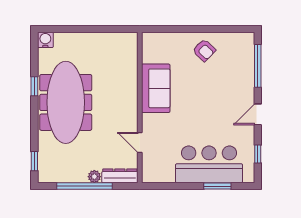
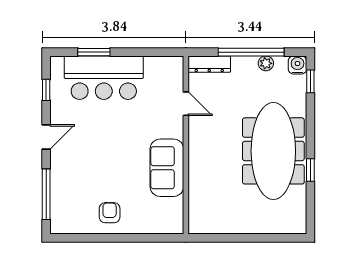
water cooler: (45, 40) -> (298, 65), moved, turned 180
armchair: (204, 50) -> (110, 213), turned 46
plant: (94, 177) -> (266, 63), moved

